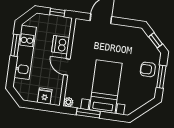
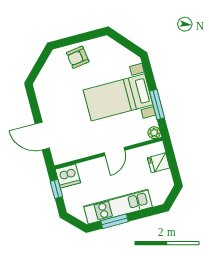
window: (156, 40) -> (41, 63), removed
dishwasher: (61, 45) -> (68, 176), moved
armchair: (148, 69) -> (78, 57), turned 82
window: (161, 77) -> (79, 38), removed

